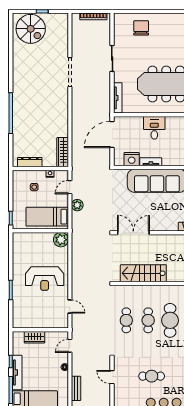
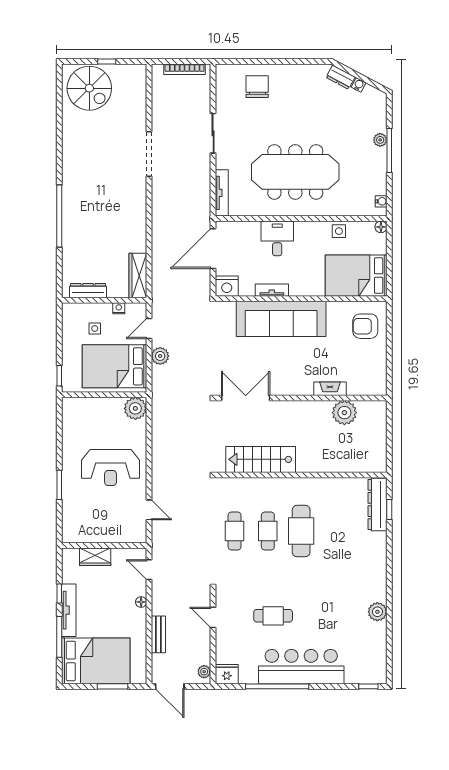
nightstand: (132, 159) -> (227, 286), moved
bed: (47, 217) -> (114, 366), width x1.50
door: (70, 346) -> (149, 570), hinge flipped

